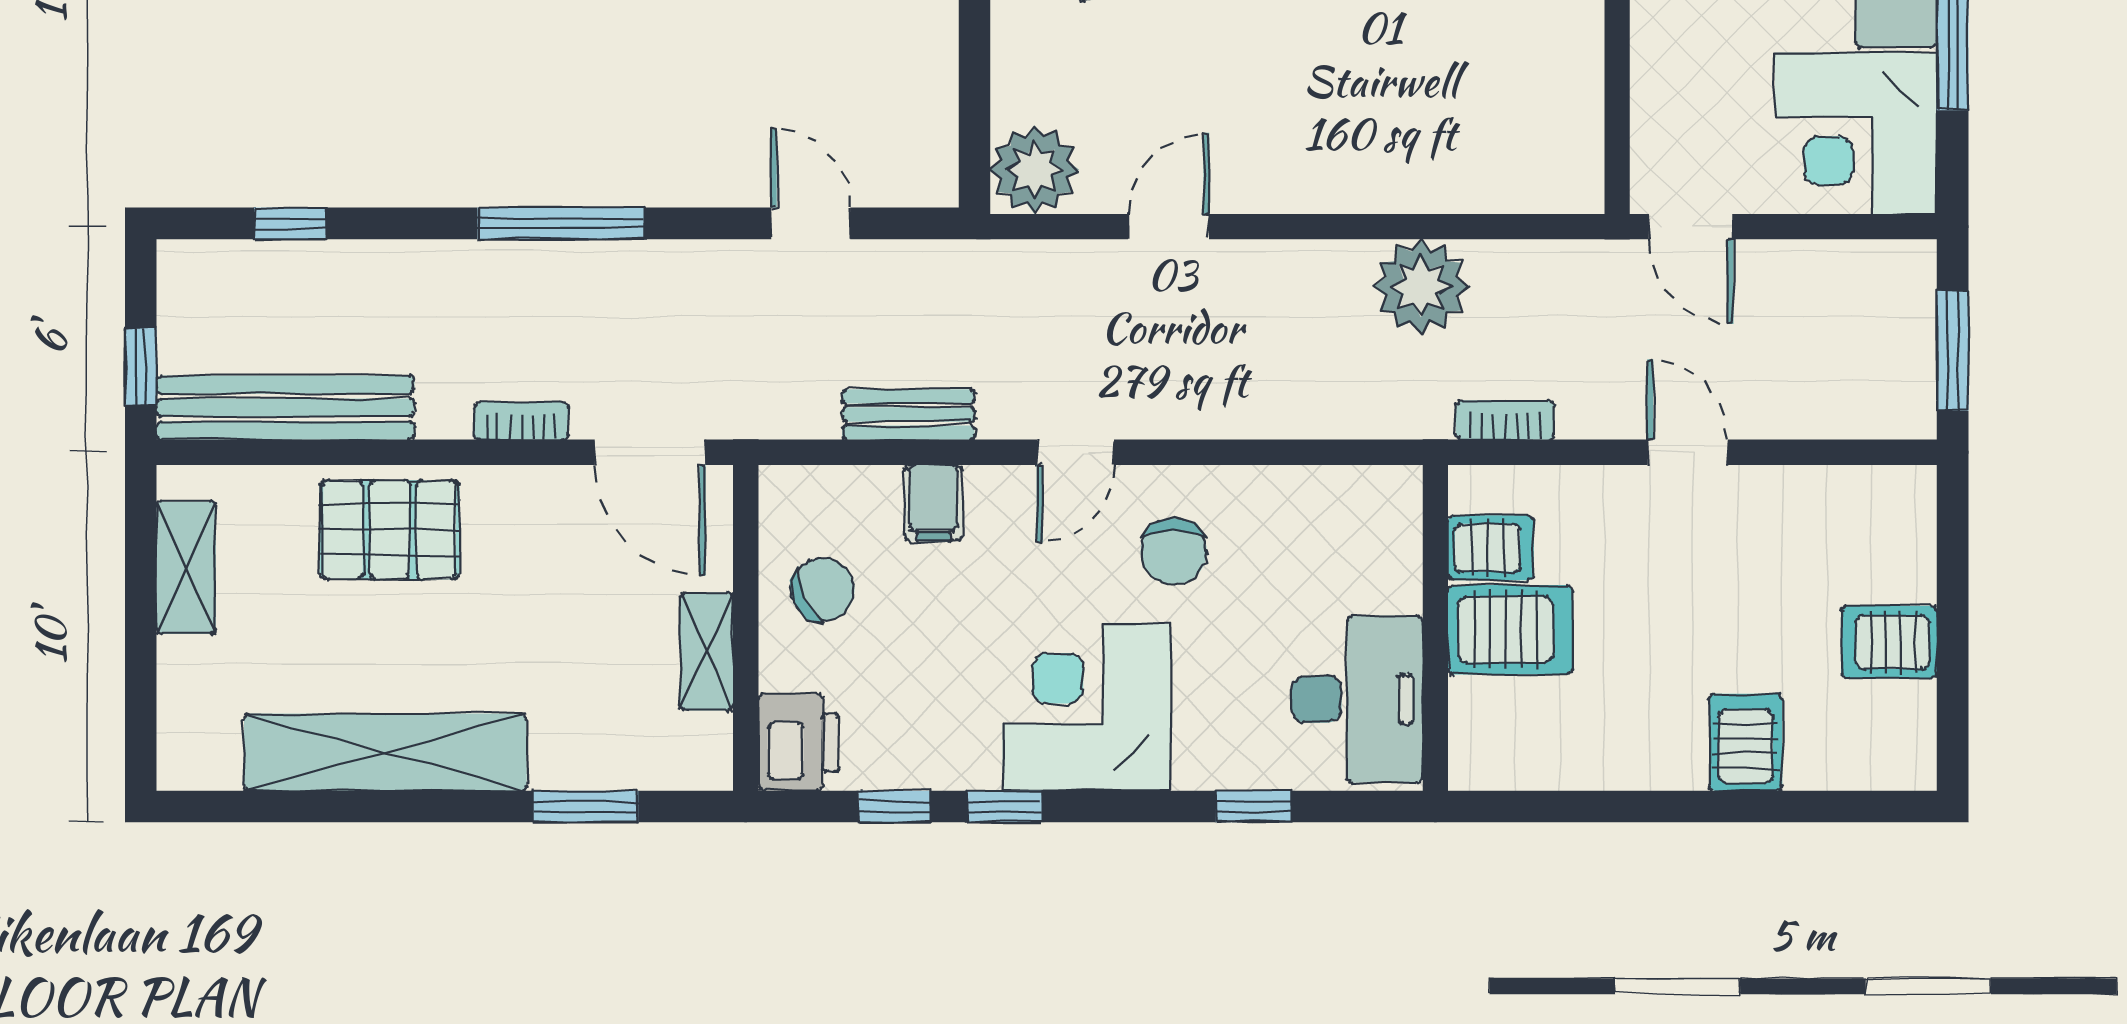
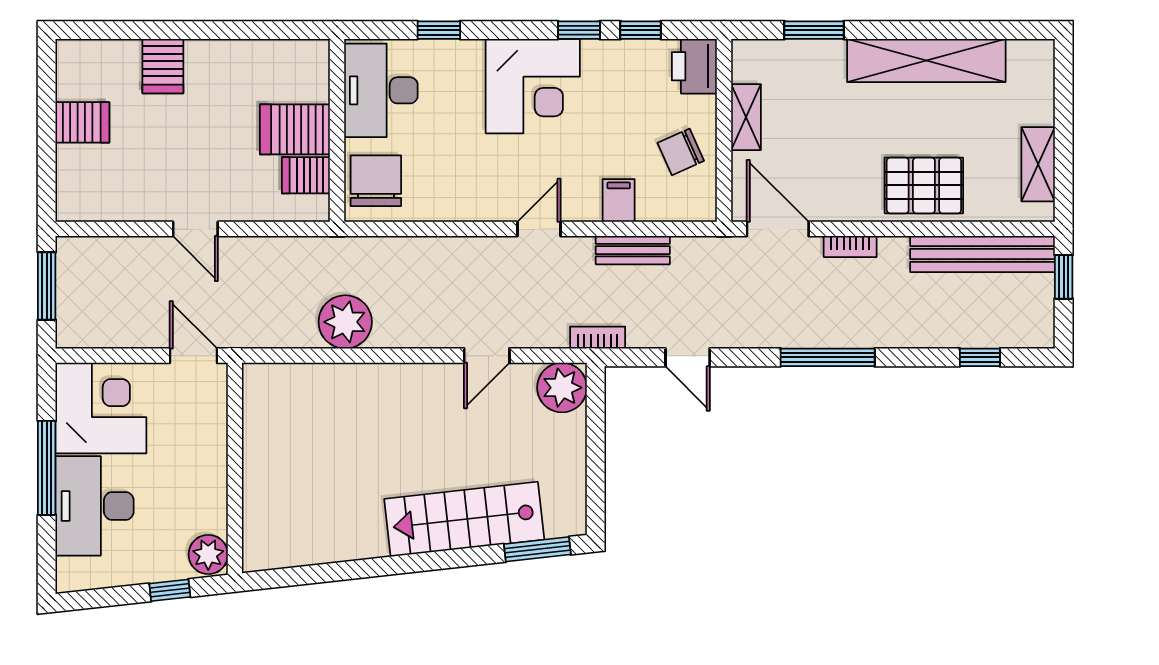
bookcase: (1505, 420) -> (598, 338), moved, turned 180
chair: (1174, 551) -> (376, 181), moved, width x1.37, depth x1.37

